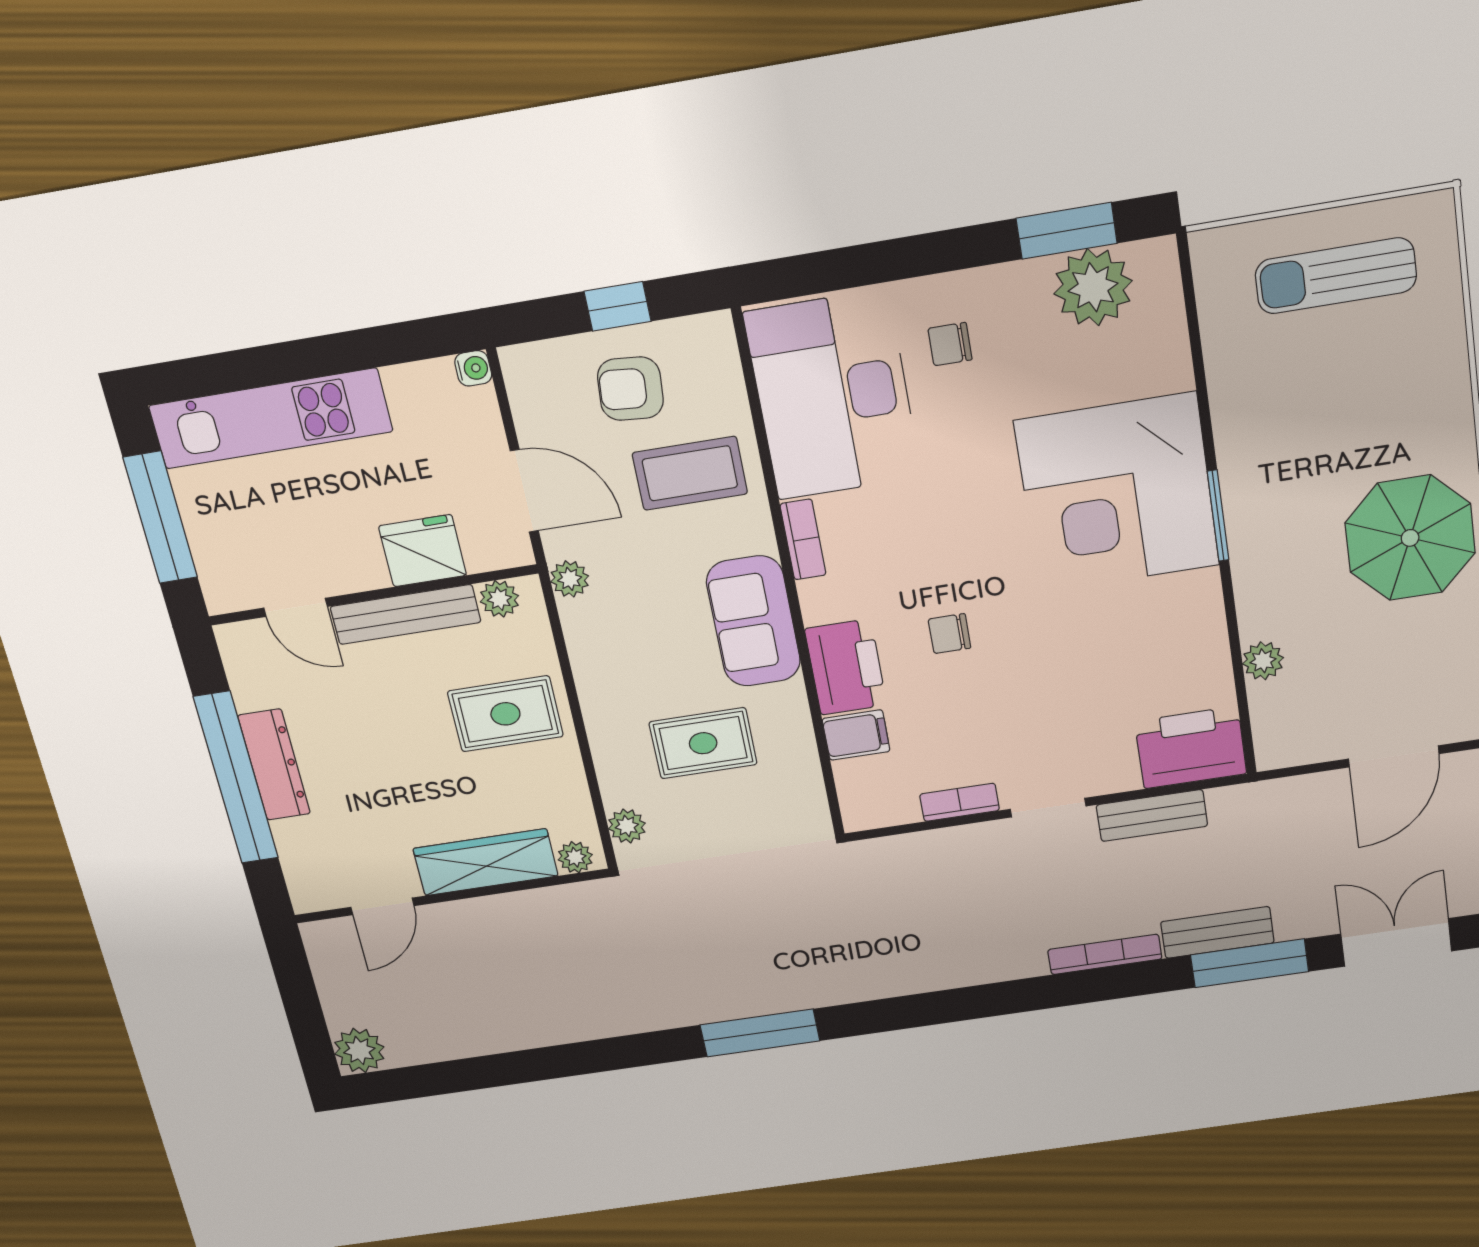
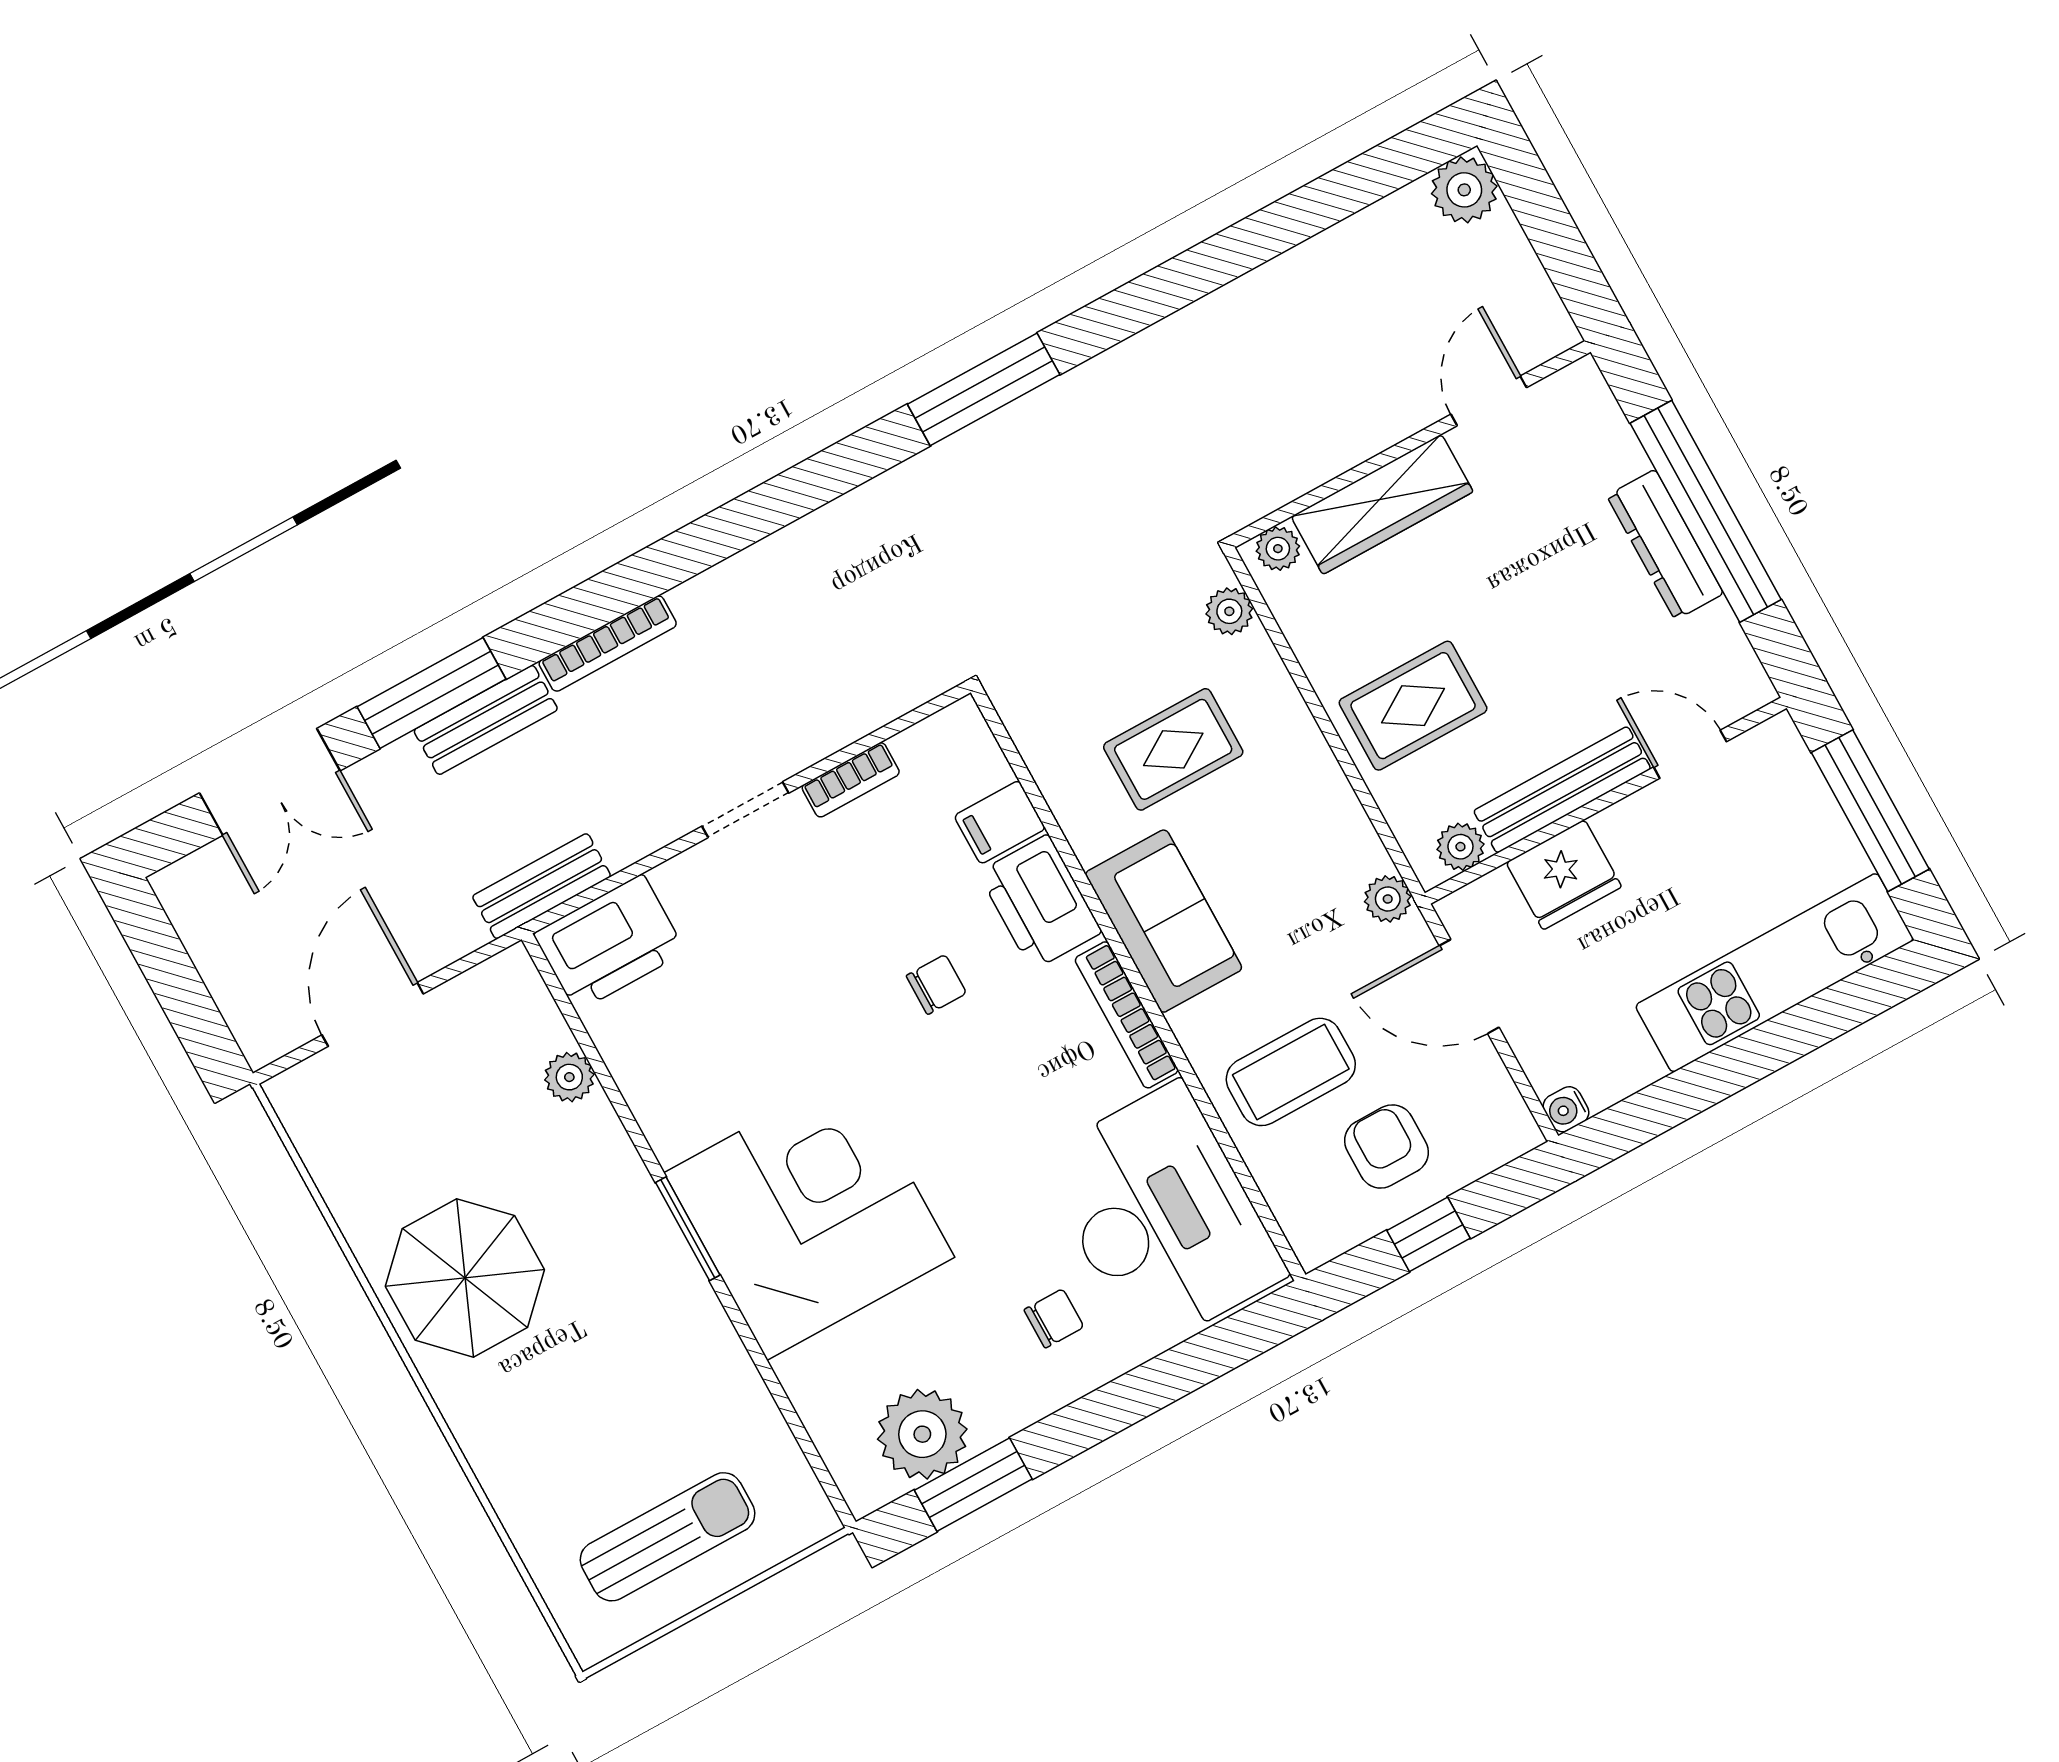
armchair: (630, 389) -> (1386, 1146), turned -95
bookcase: (803, 540) -> (1127, 1015), width x1.56
bench: (1152, 816) -> (542, 886), moved

